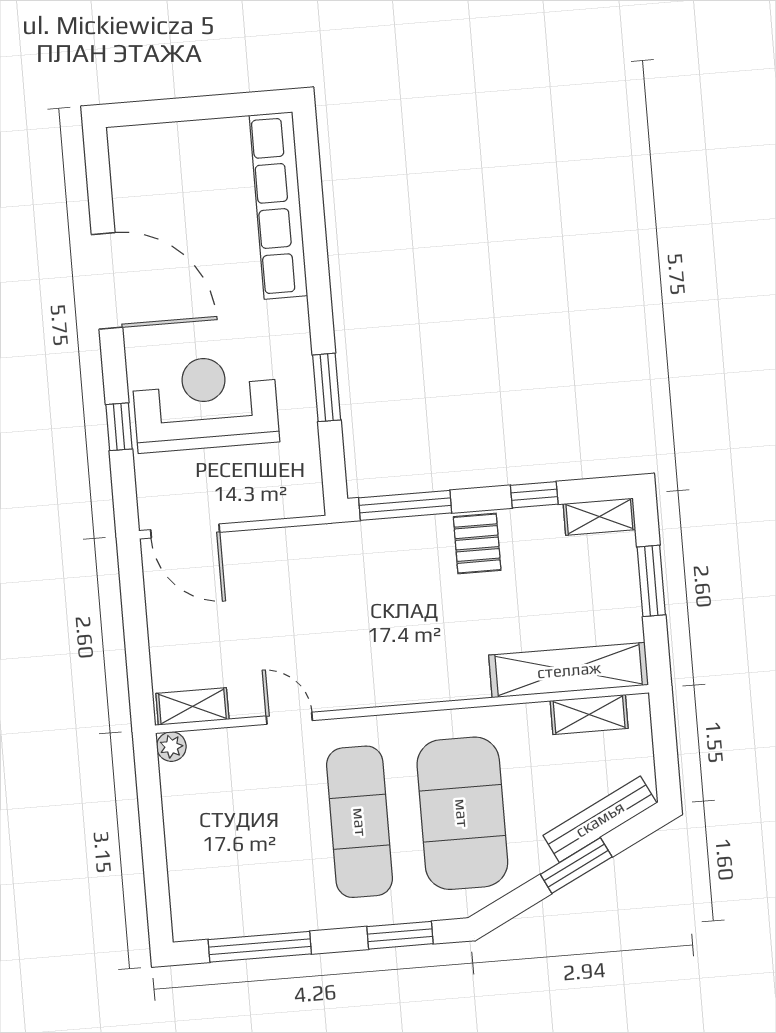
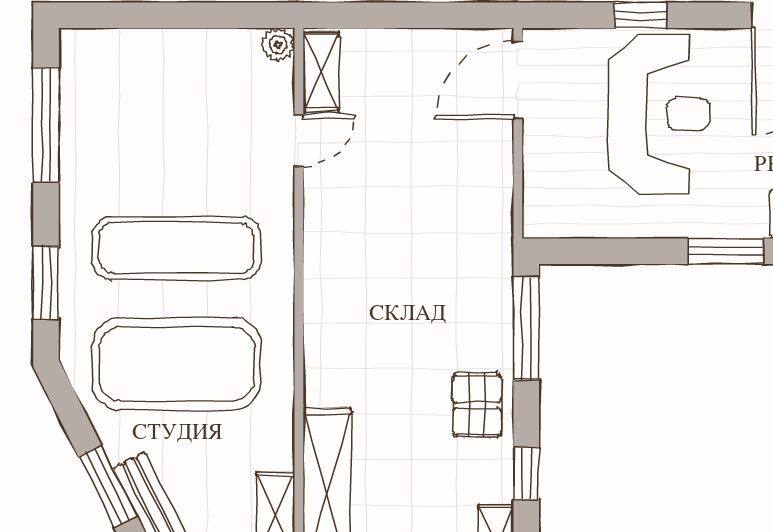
window: (327, 387) -> (726, 251), moved
pallet: (477, 544) -> (477, 405), turned 90
door: (289, 718) -> (299, 140), moved

